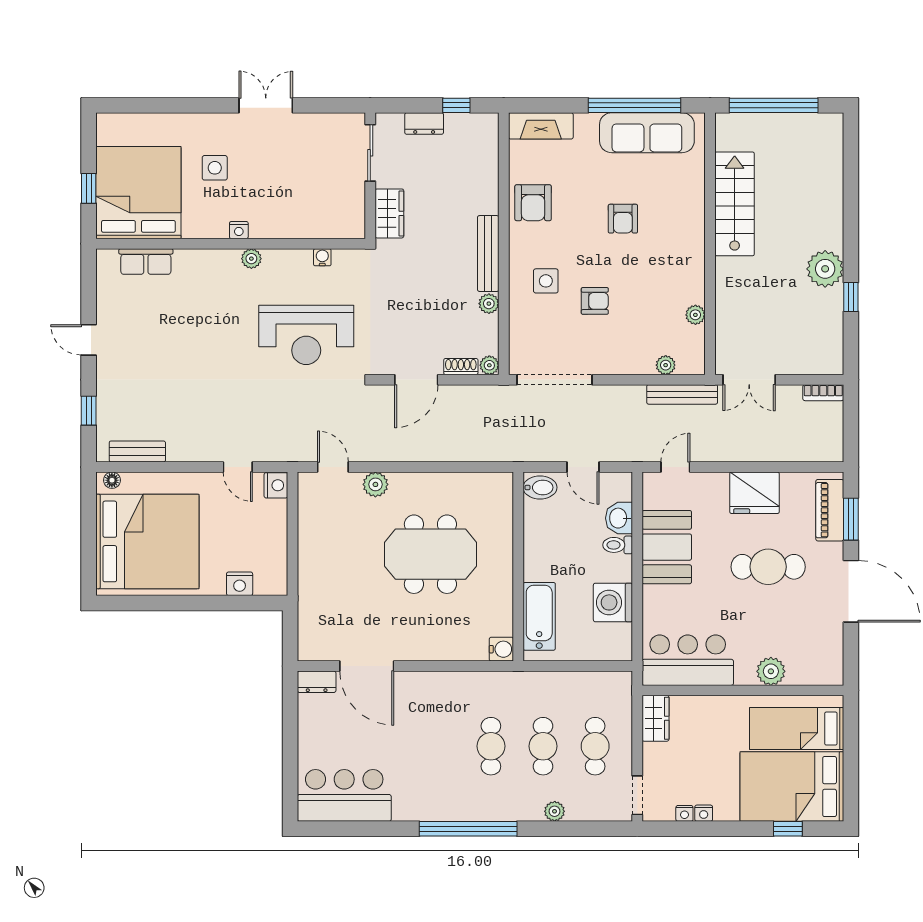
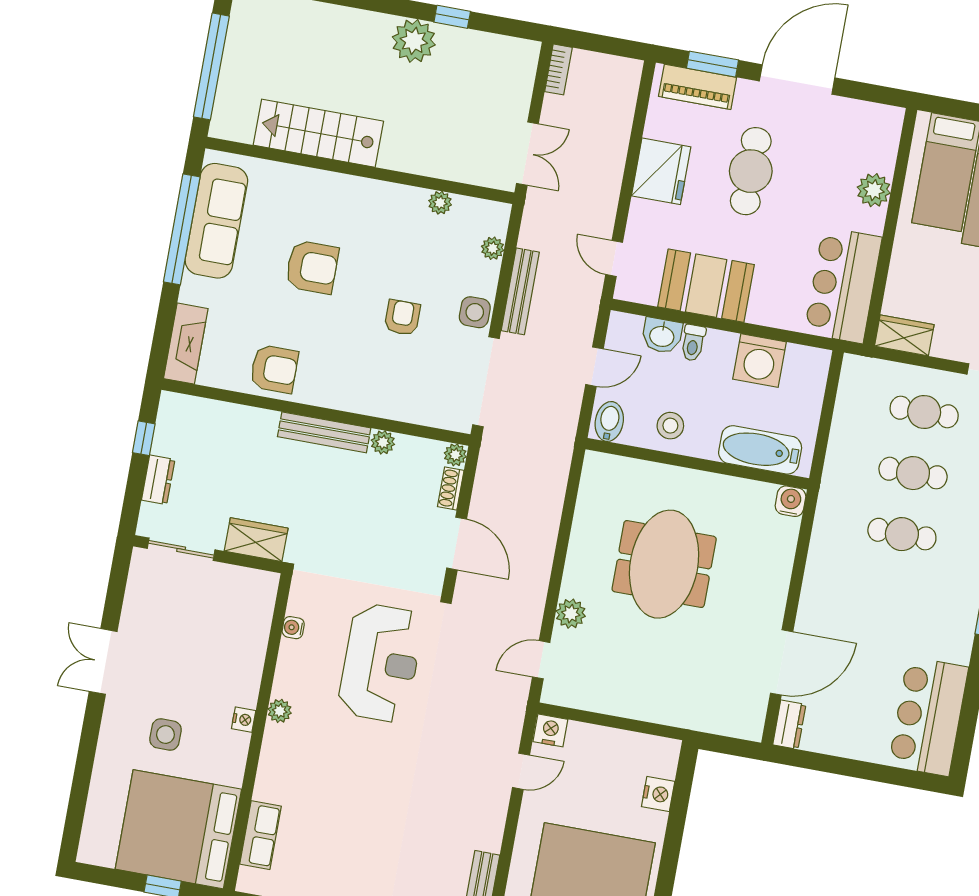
armchair: (623, 219) -> (312, 267), width x1.38, depth x1.38
side table: (546, 281) -> (475, 312), moved
bench: (682, 394) -> (520, 291), moved
stool: (546, 539) -> (670, 426), added

